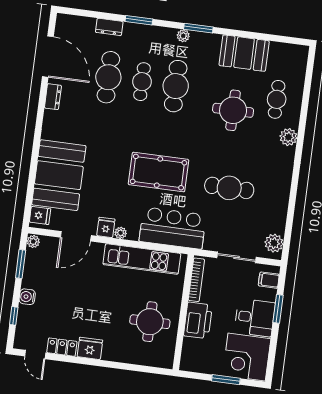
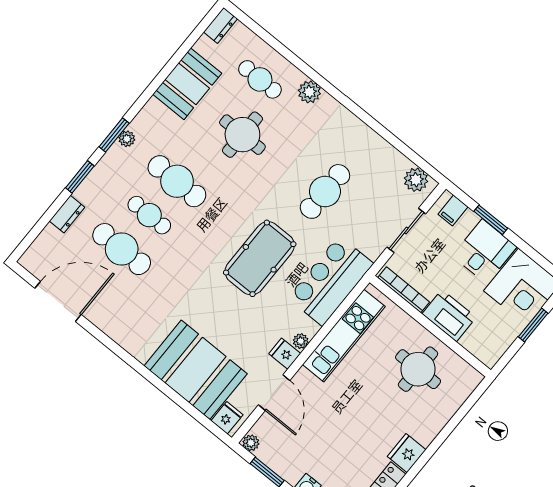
window: (198, 28) -> (114, 135), moved
dresser: (53, 97) -> (220, 25), moved, turned 90

